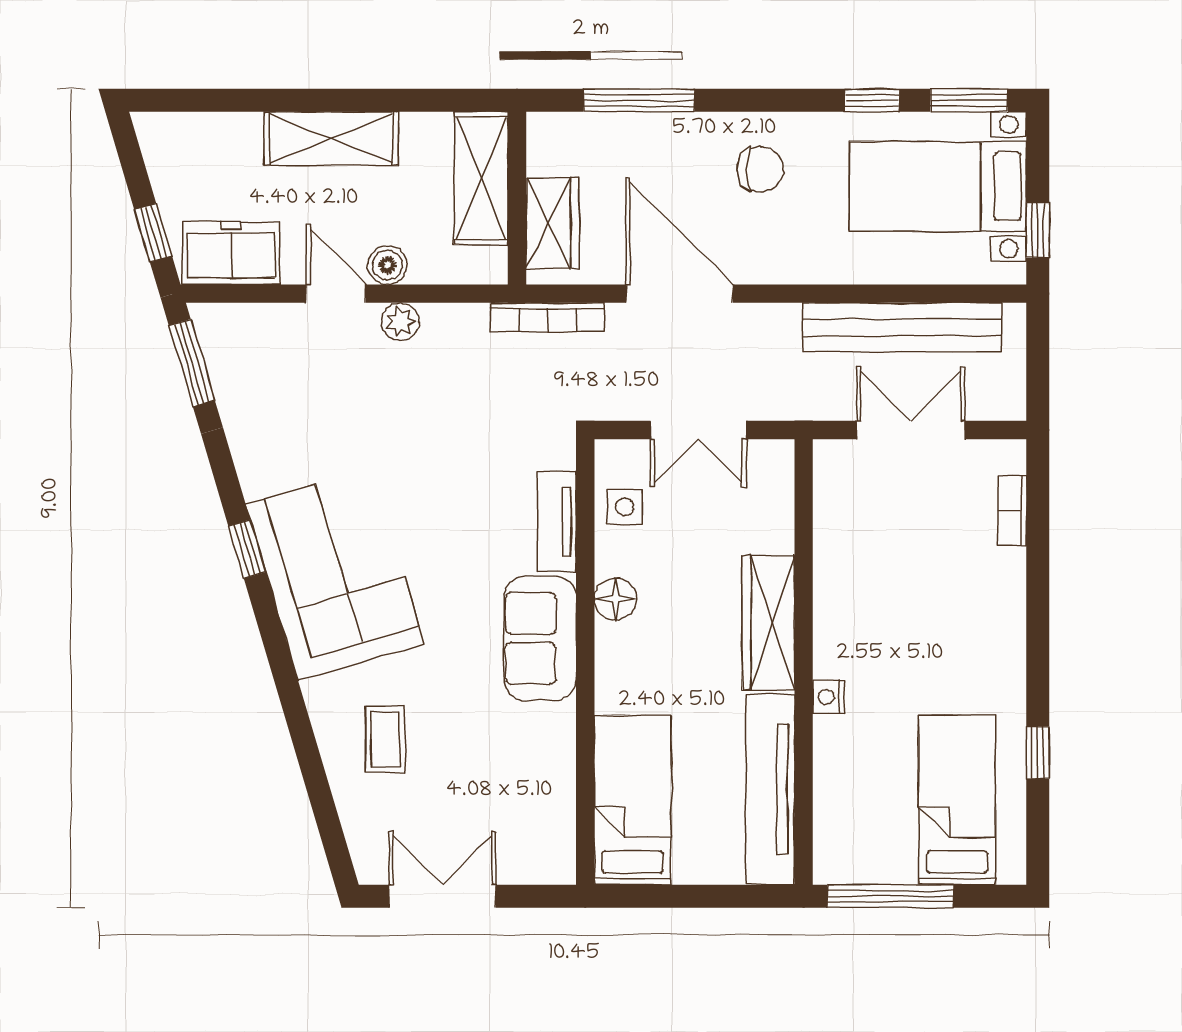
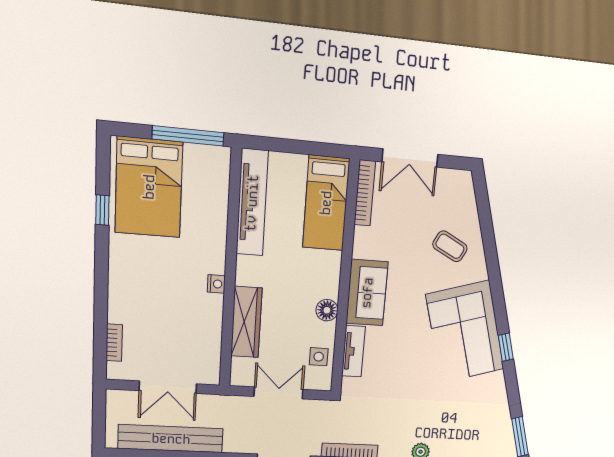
wardrobe: (769, 623) -> (246, 322), moved
nightstand: (829, 697) -> (216, 284), moved
coffee table: (385, 739) -> (450, 246), turned -63
bed: (957, 800) -> (149, 187), width x1.50
bookcase: (561, 825) -> (365, 193), added
double door: (442, 896) -> (410, 158), moved

